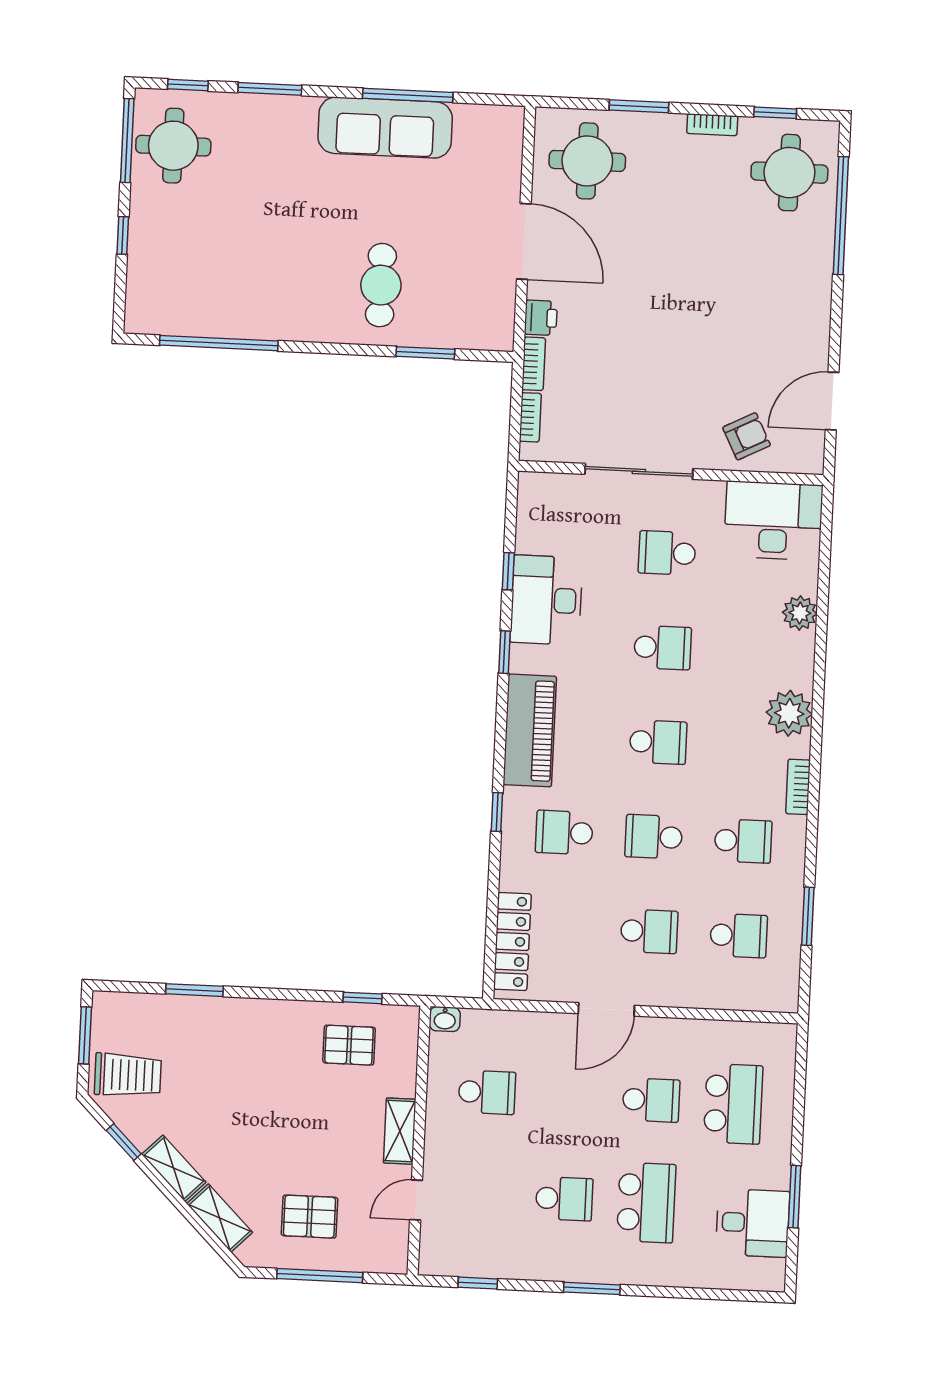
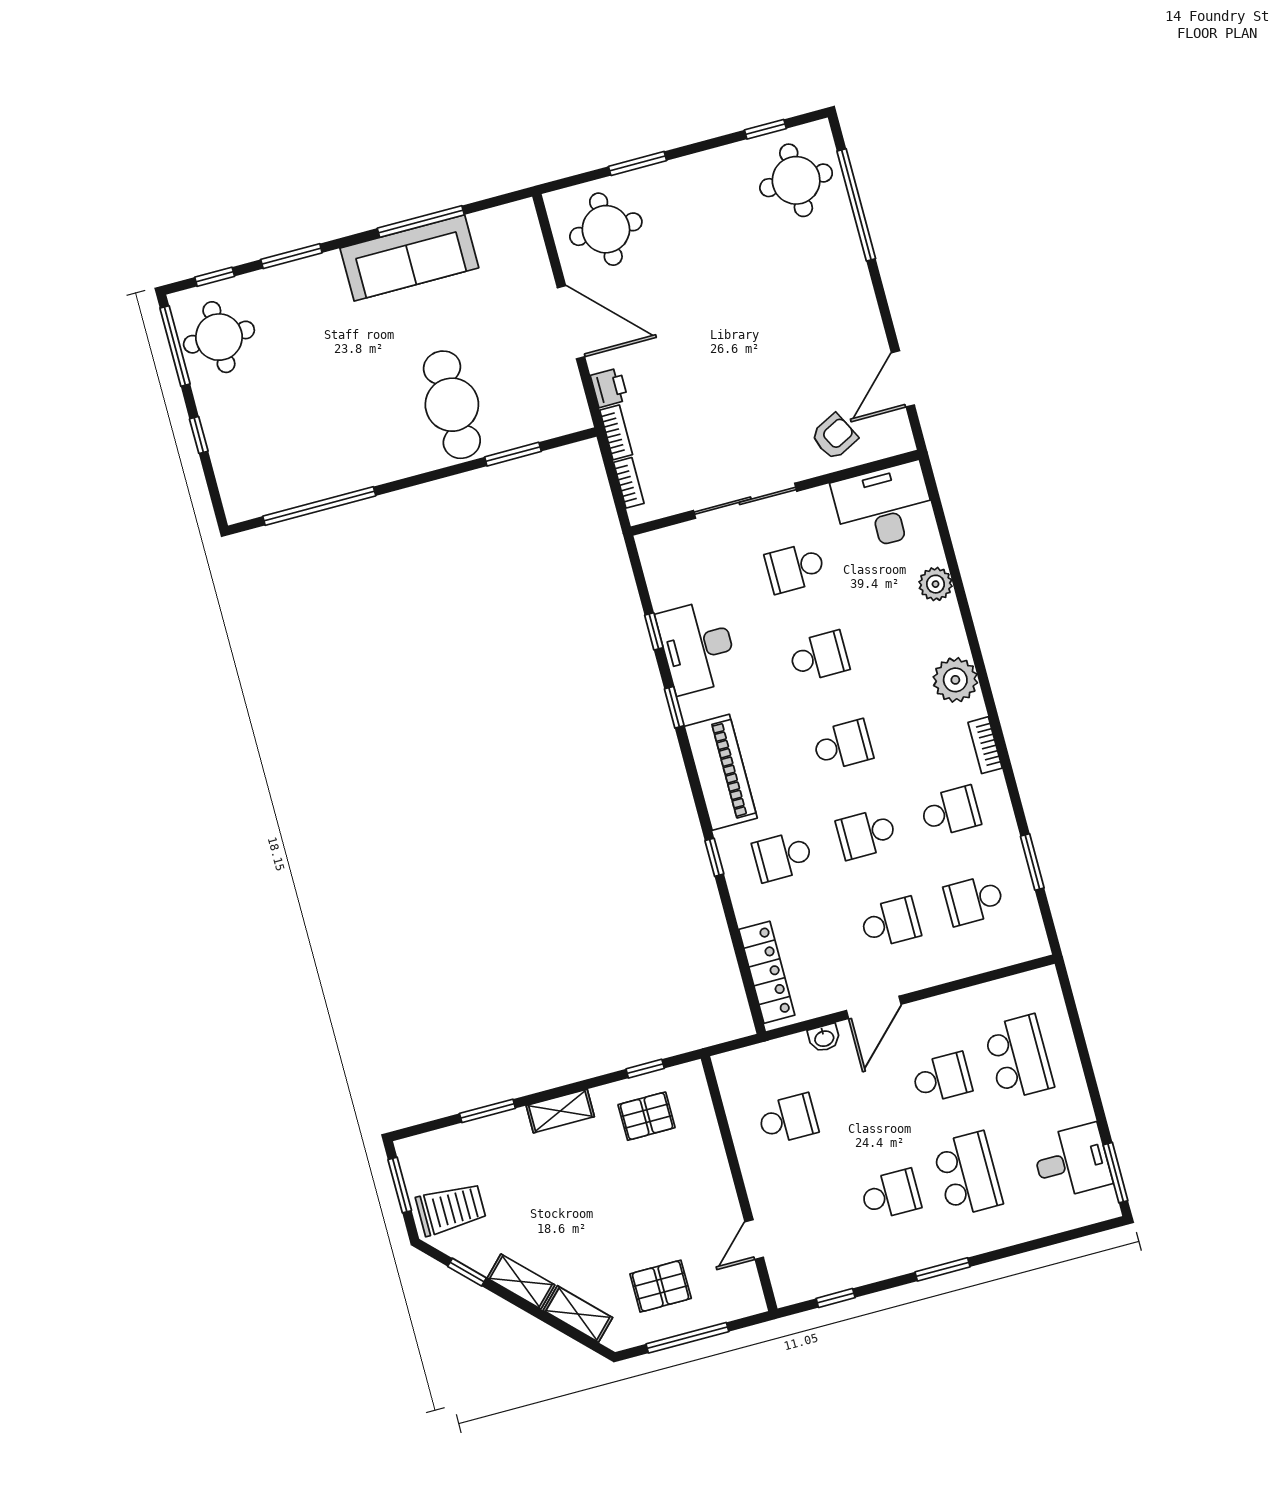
bookcase: (712, 125) -> (711, 159), removed
cafe table: (381, 285) -> (452, 405), width x1.37, depth x1.35
school desk: (739, 936) -> (974, 900), turned 180
washbasin: (445, 1019) -> (824, 1038), moved
shelving: (400, 1131) -> (560, 1111), moved, turned 90
window: (795, 1197) -> (1116, 1173), moved

